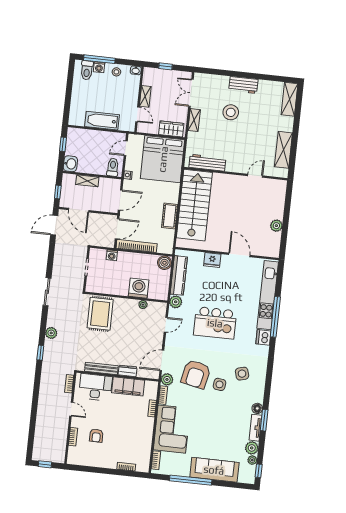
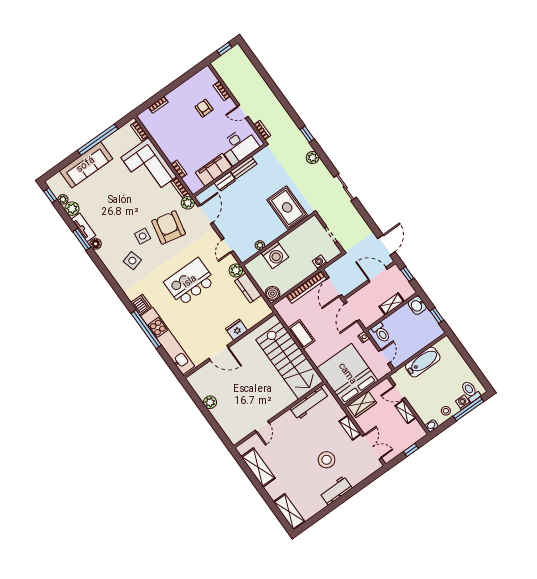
kitchen counter: (179, 275) -> (248, 288), width x0.67
bench: (101, 368) -> (244, 168), width x0.73

